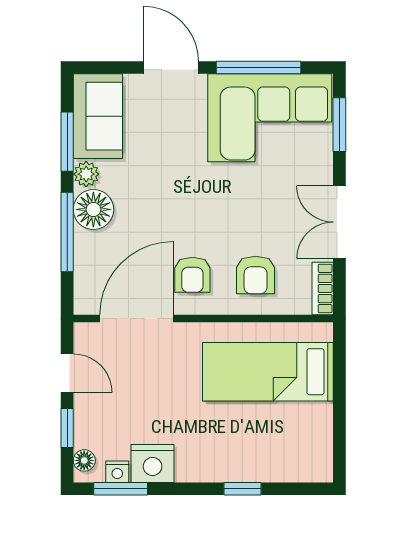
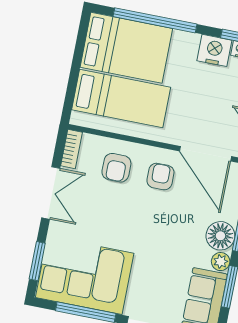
armchair: (256, 275) -> (116, 168), turned 180
door: (137, 319) -> (205, 154), hinge flipped
bed: (275, 443) -> (126, 48), added
window: (242, 489) -> (155, 20), width x3.17

